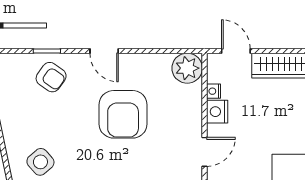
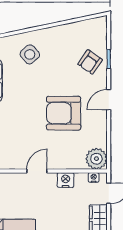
nightstand: (213, 91) -> (94, 177), moved
door: (204, 152) -> (37, 171), swing flipped

